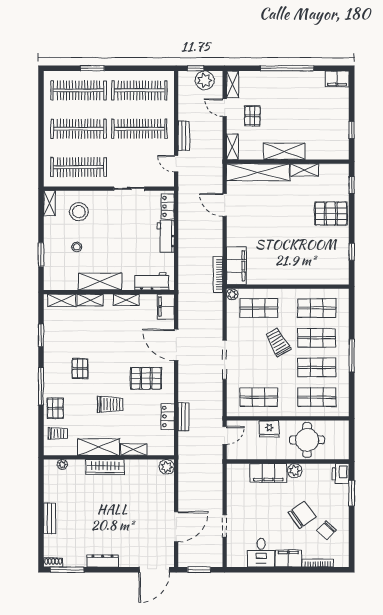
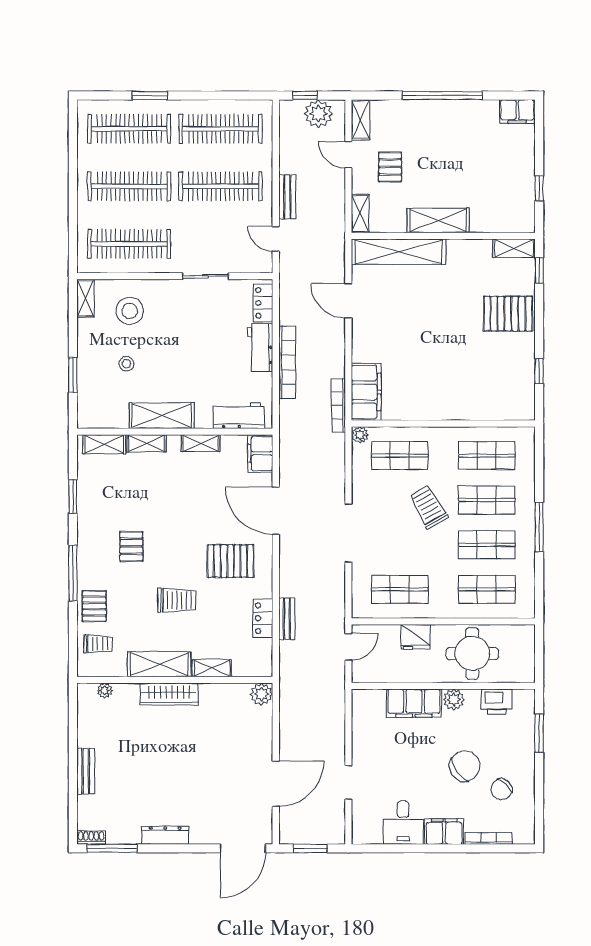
shelving: (304, 170) -> (514, 248), moved
bookcase: (184, 246) -> (287, 362), added
printer: (341, 474) -> (497, 702), moved, turned -90

